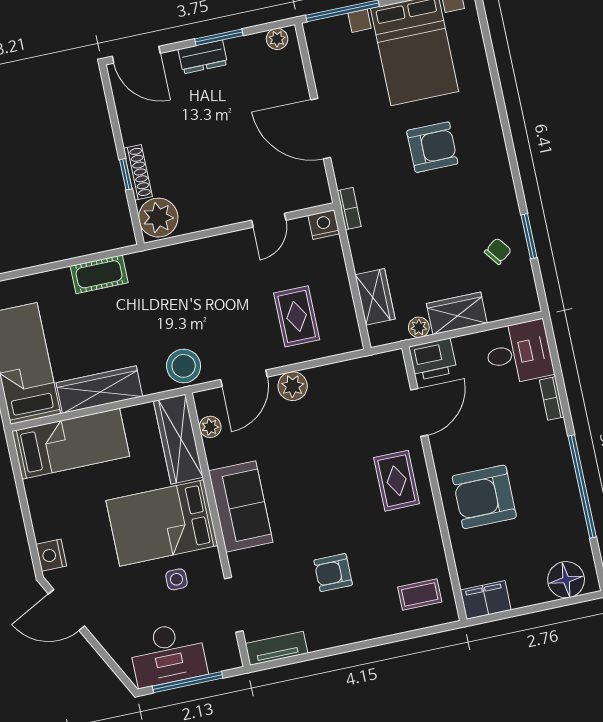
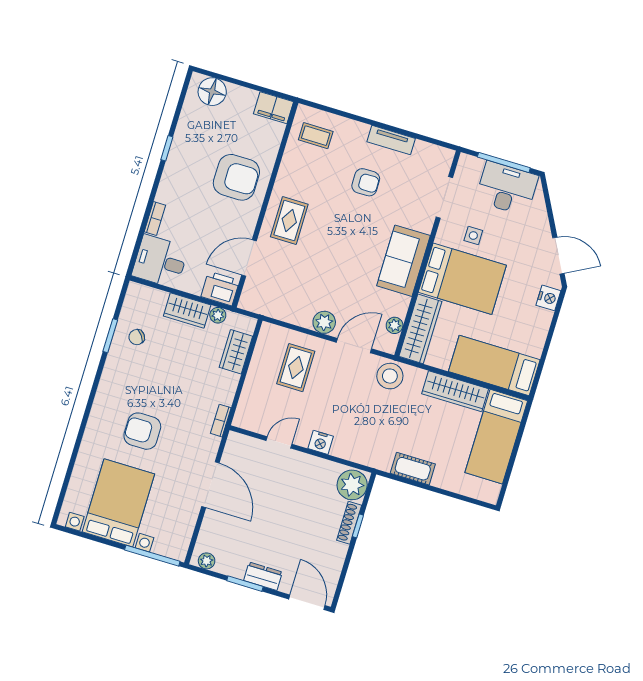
nightstand: (324, 225) -> (321, 442), moved
window: (582, 486) -> (167, 148), width x0.32
tv unit: (277, 648) -> (391, 140), moved

